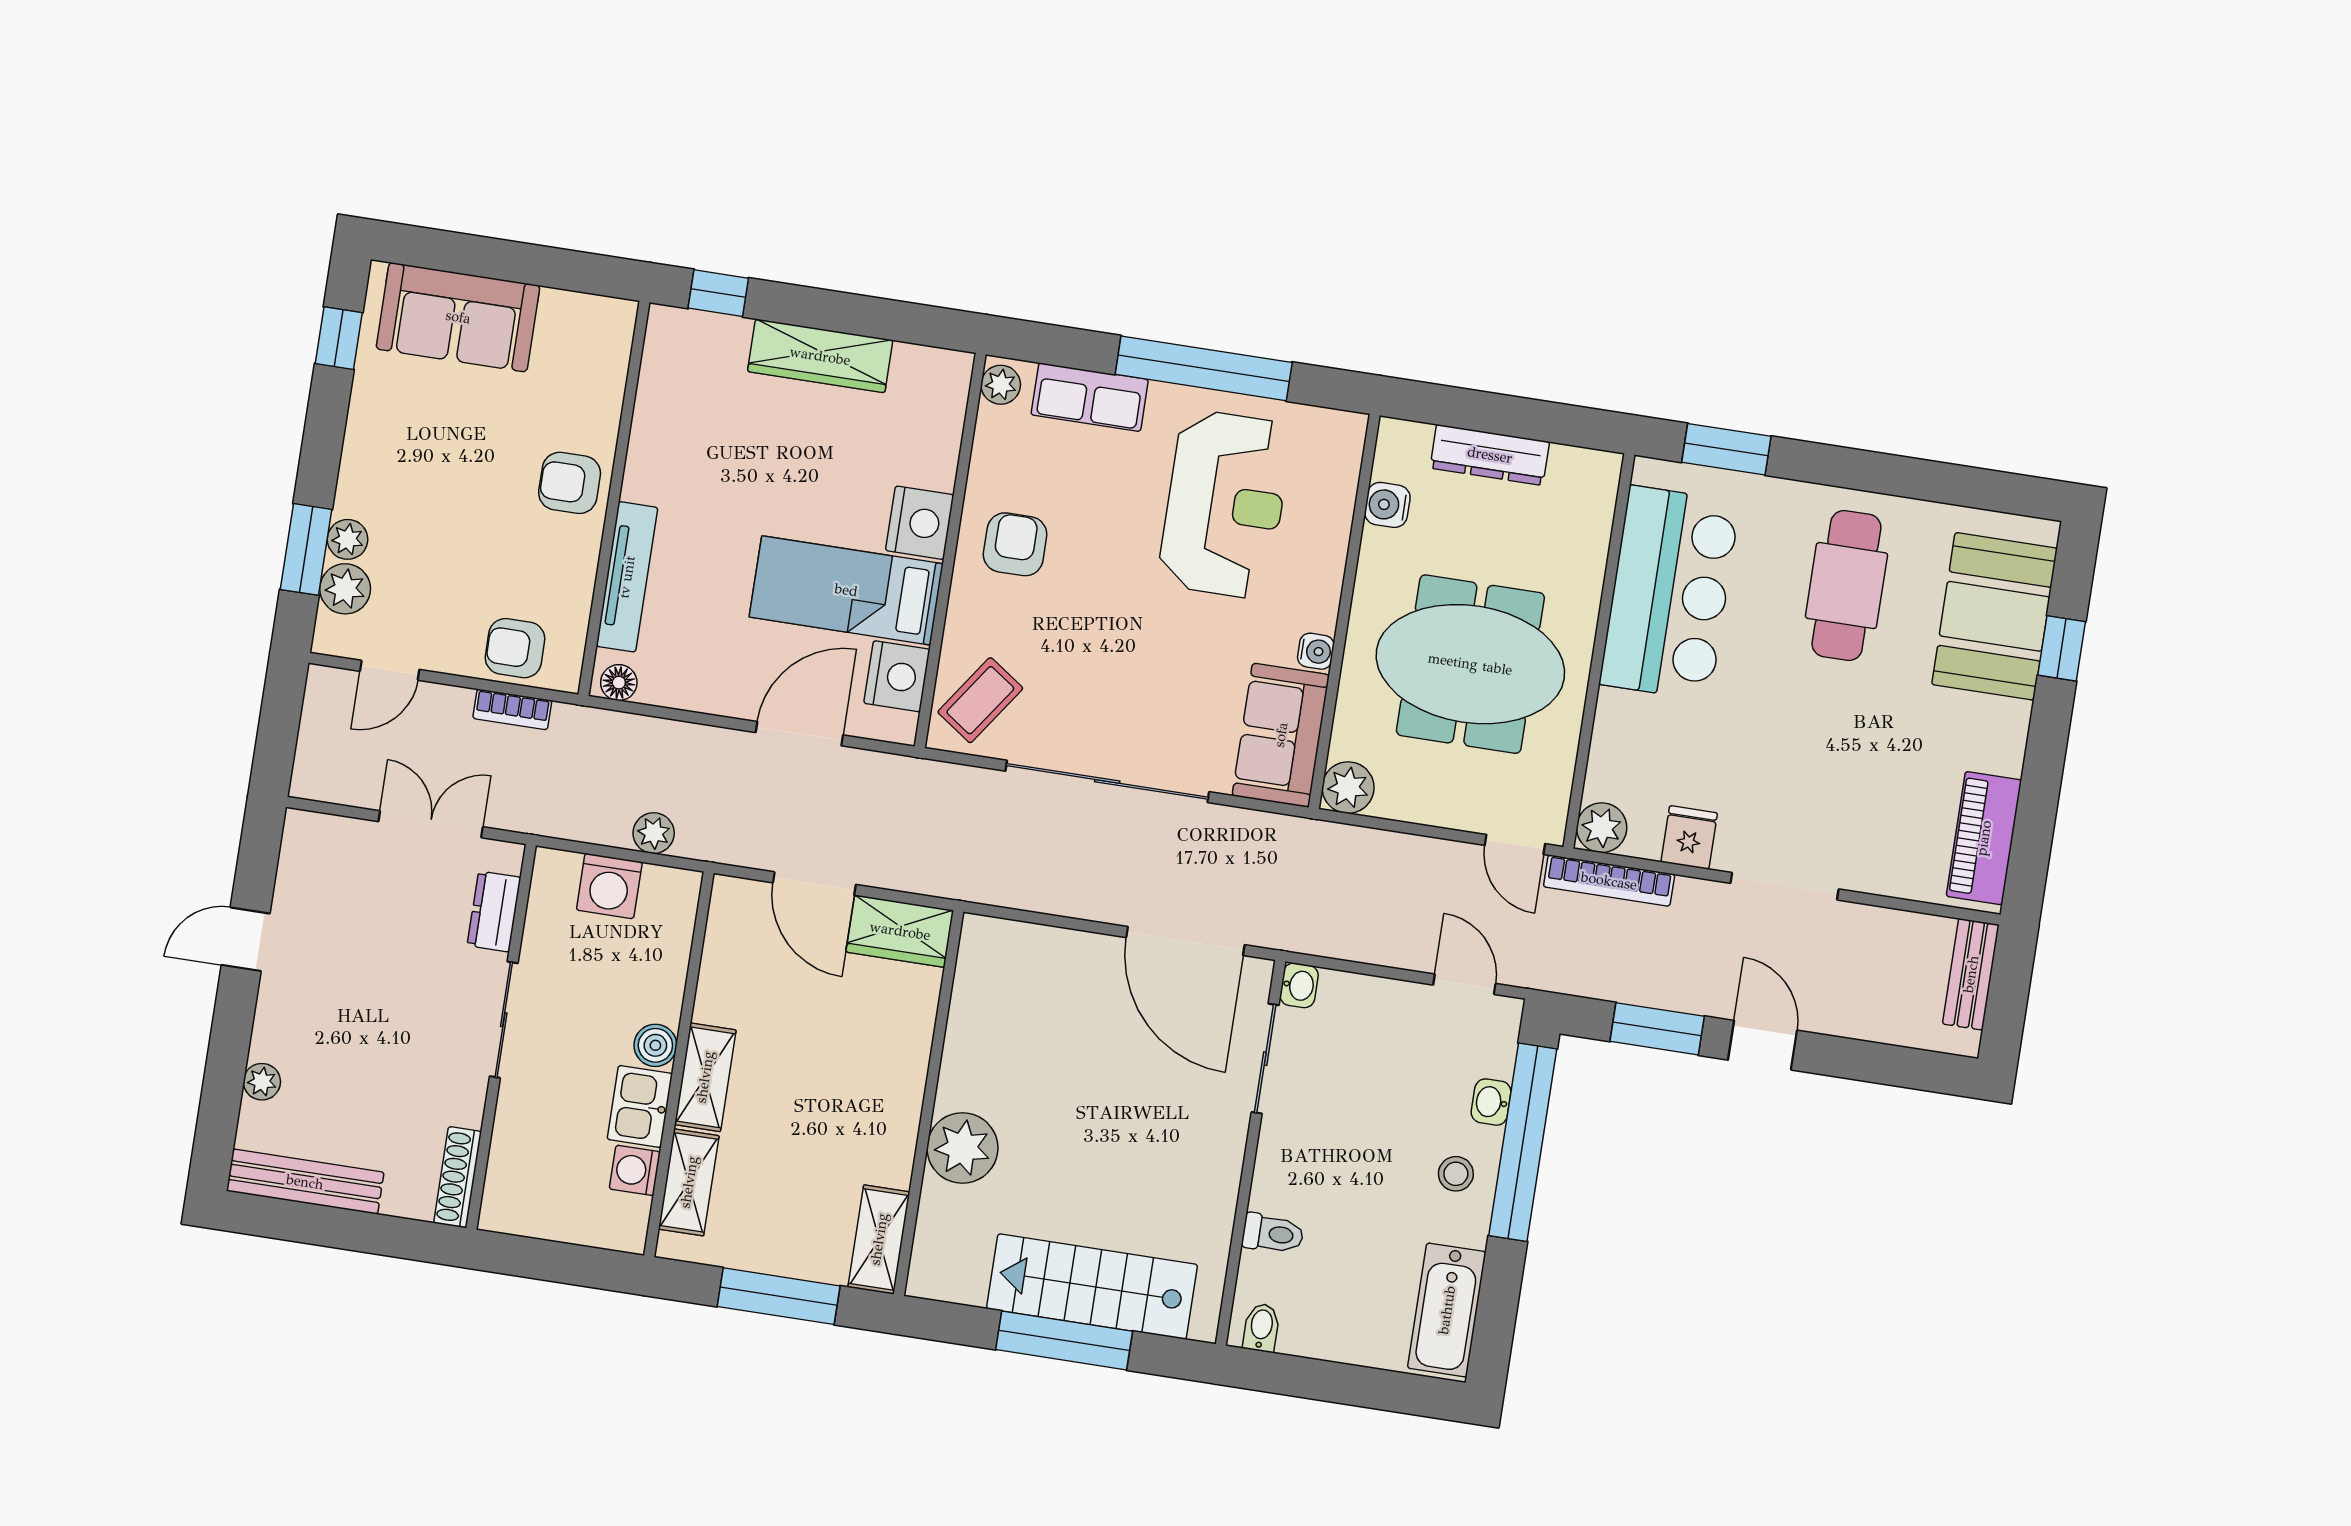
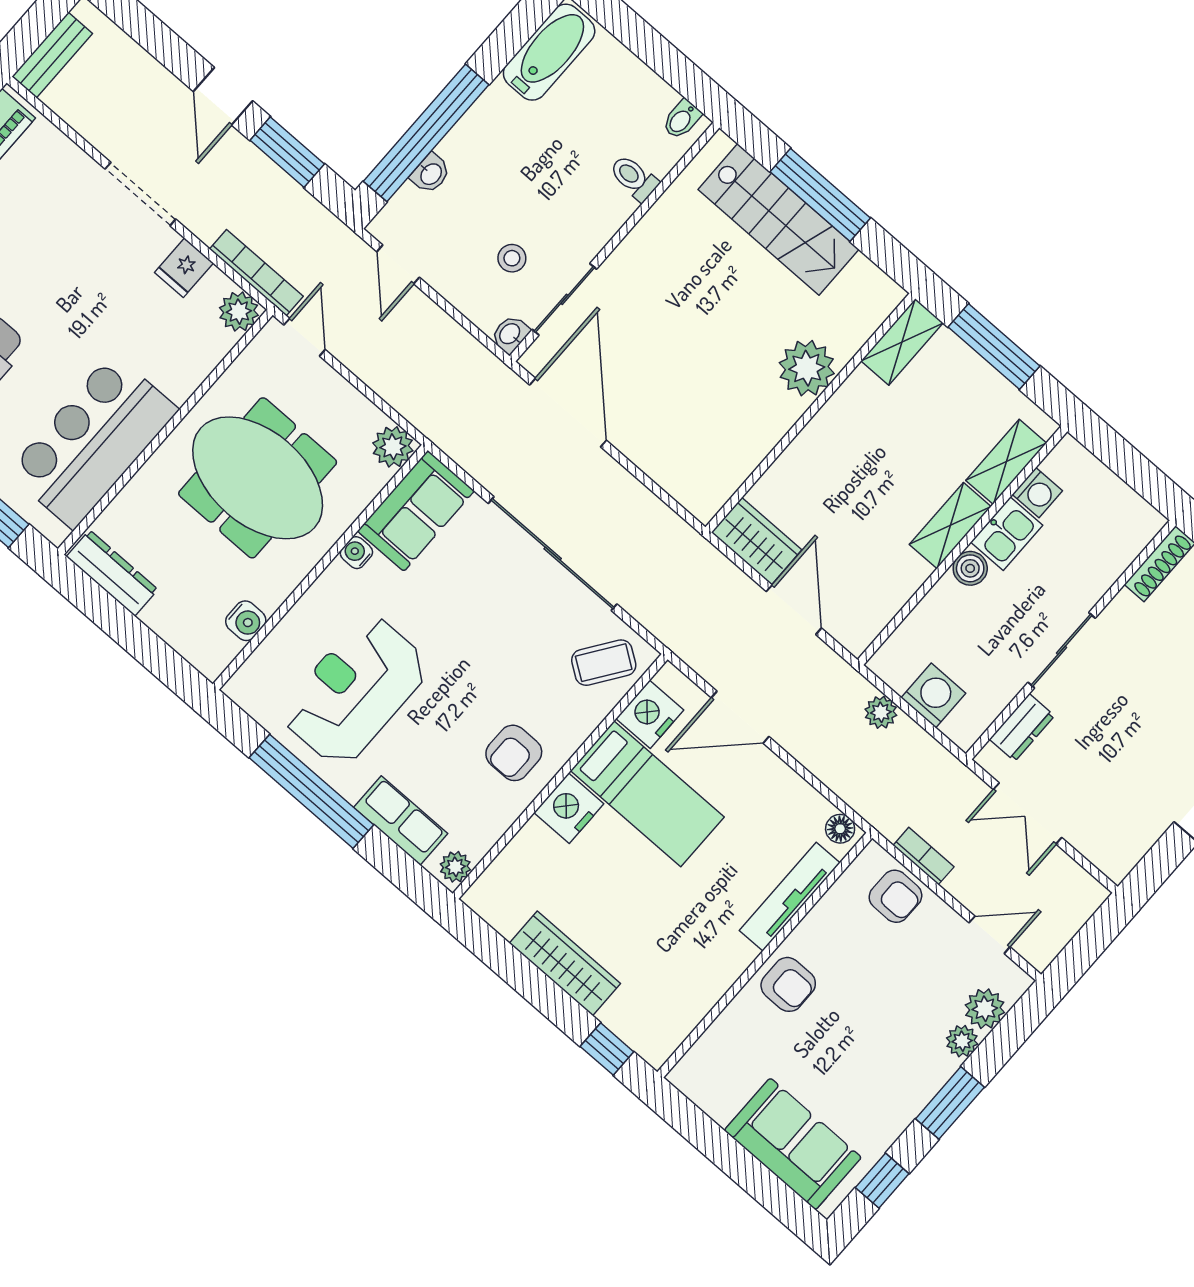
dresser: (1490, 455) -> (112, 573), moved
window: (306, 549) -> (950, 1103), moved
stool: (1456, 1174) -> (512, 258), moved

